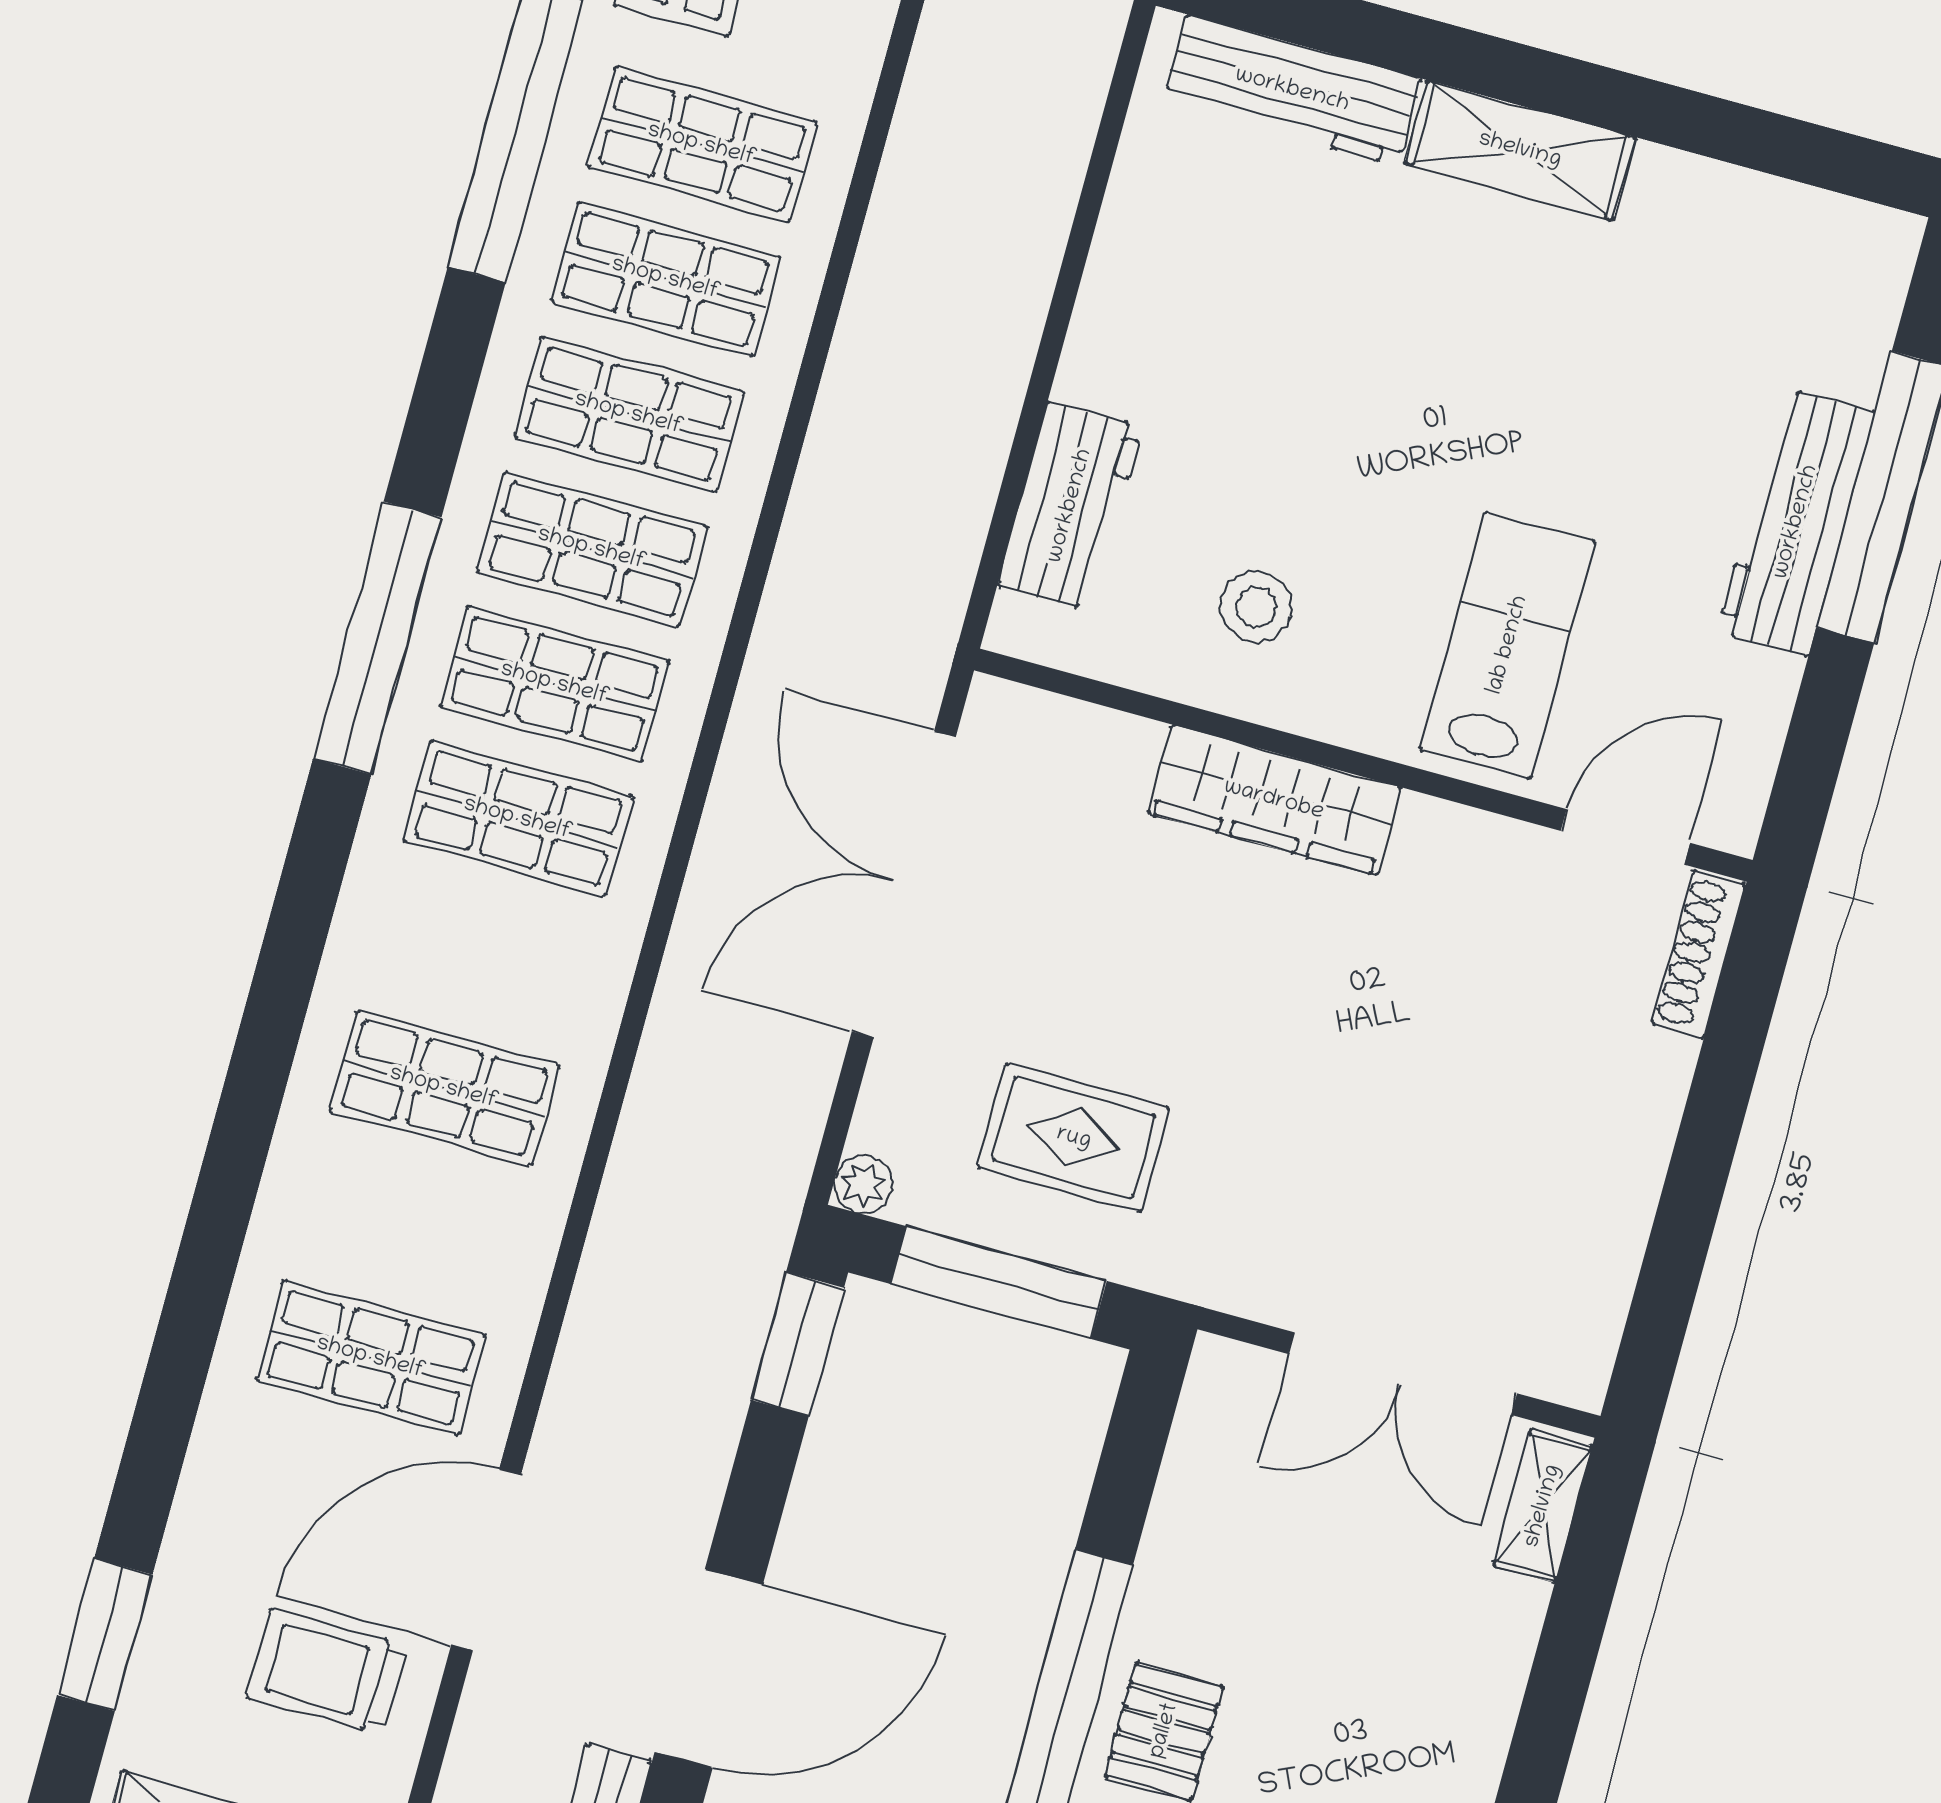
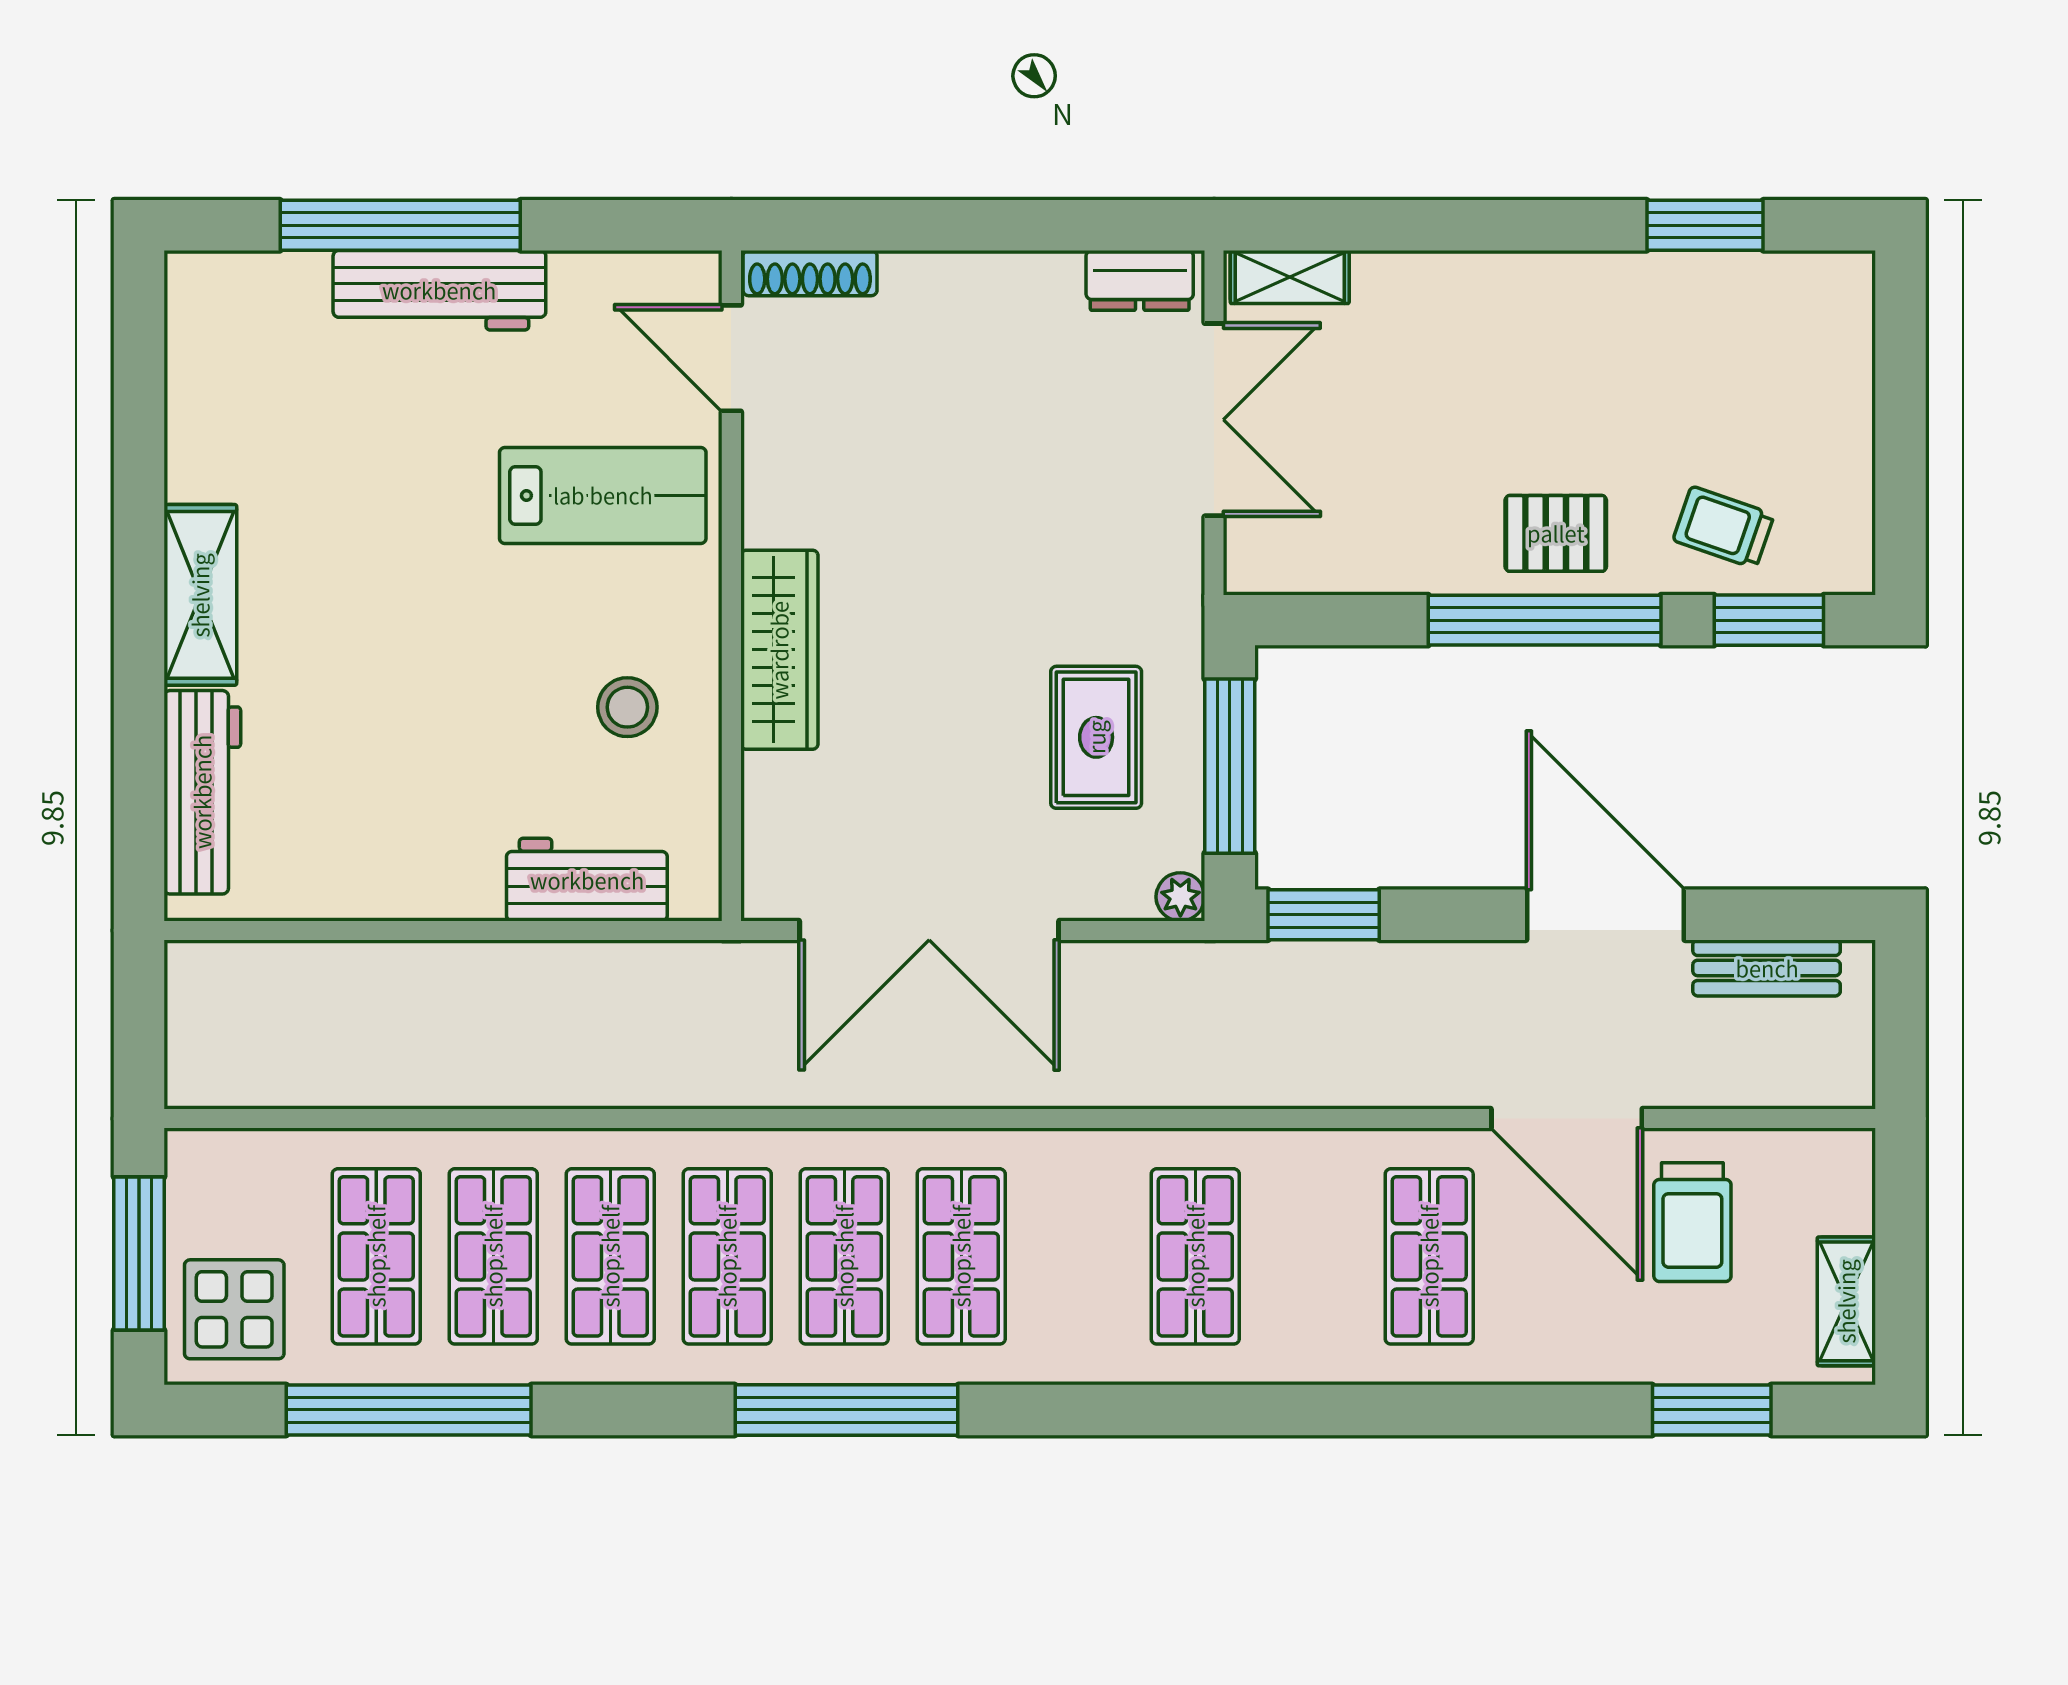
lab bench: (1508, 645) -> (603, 495), turned 180
dresser: (1586, 1332) -> (1140, 280), added

